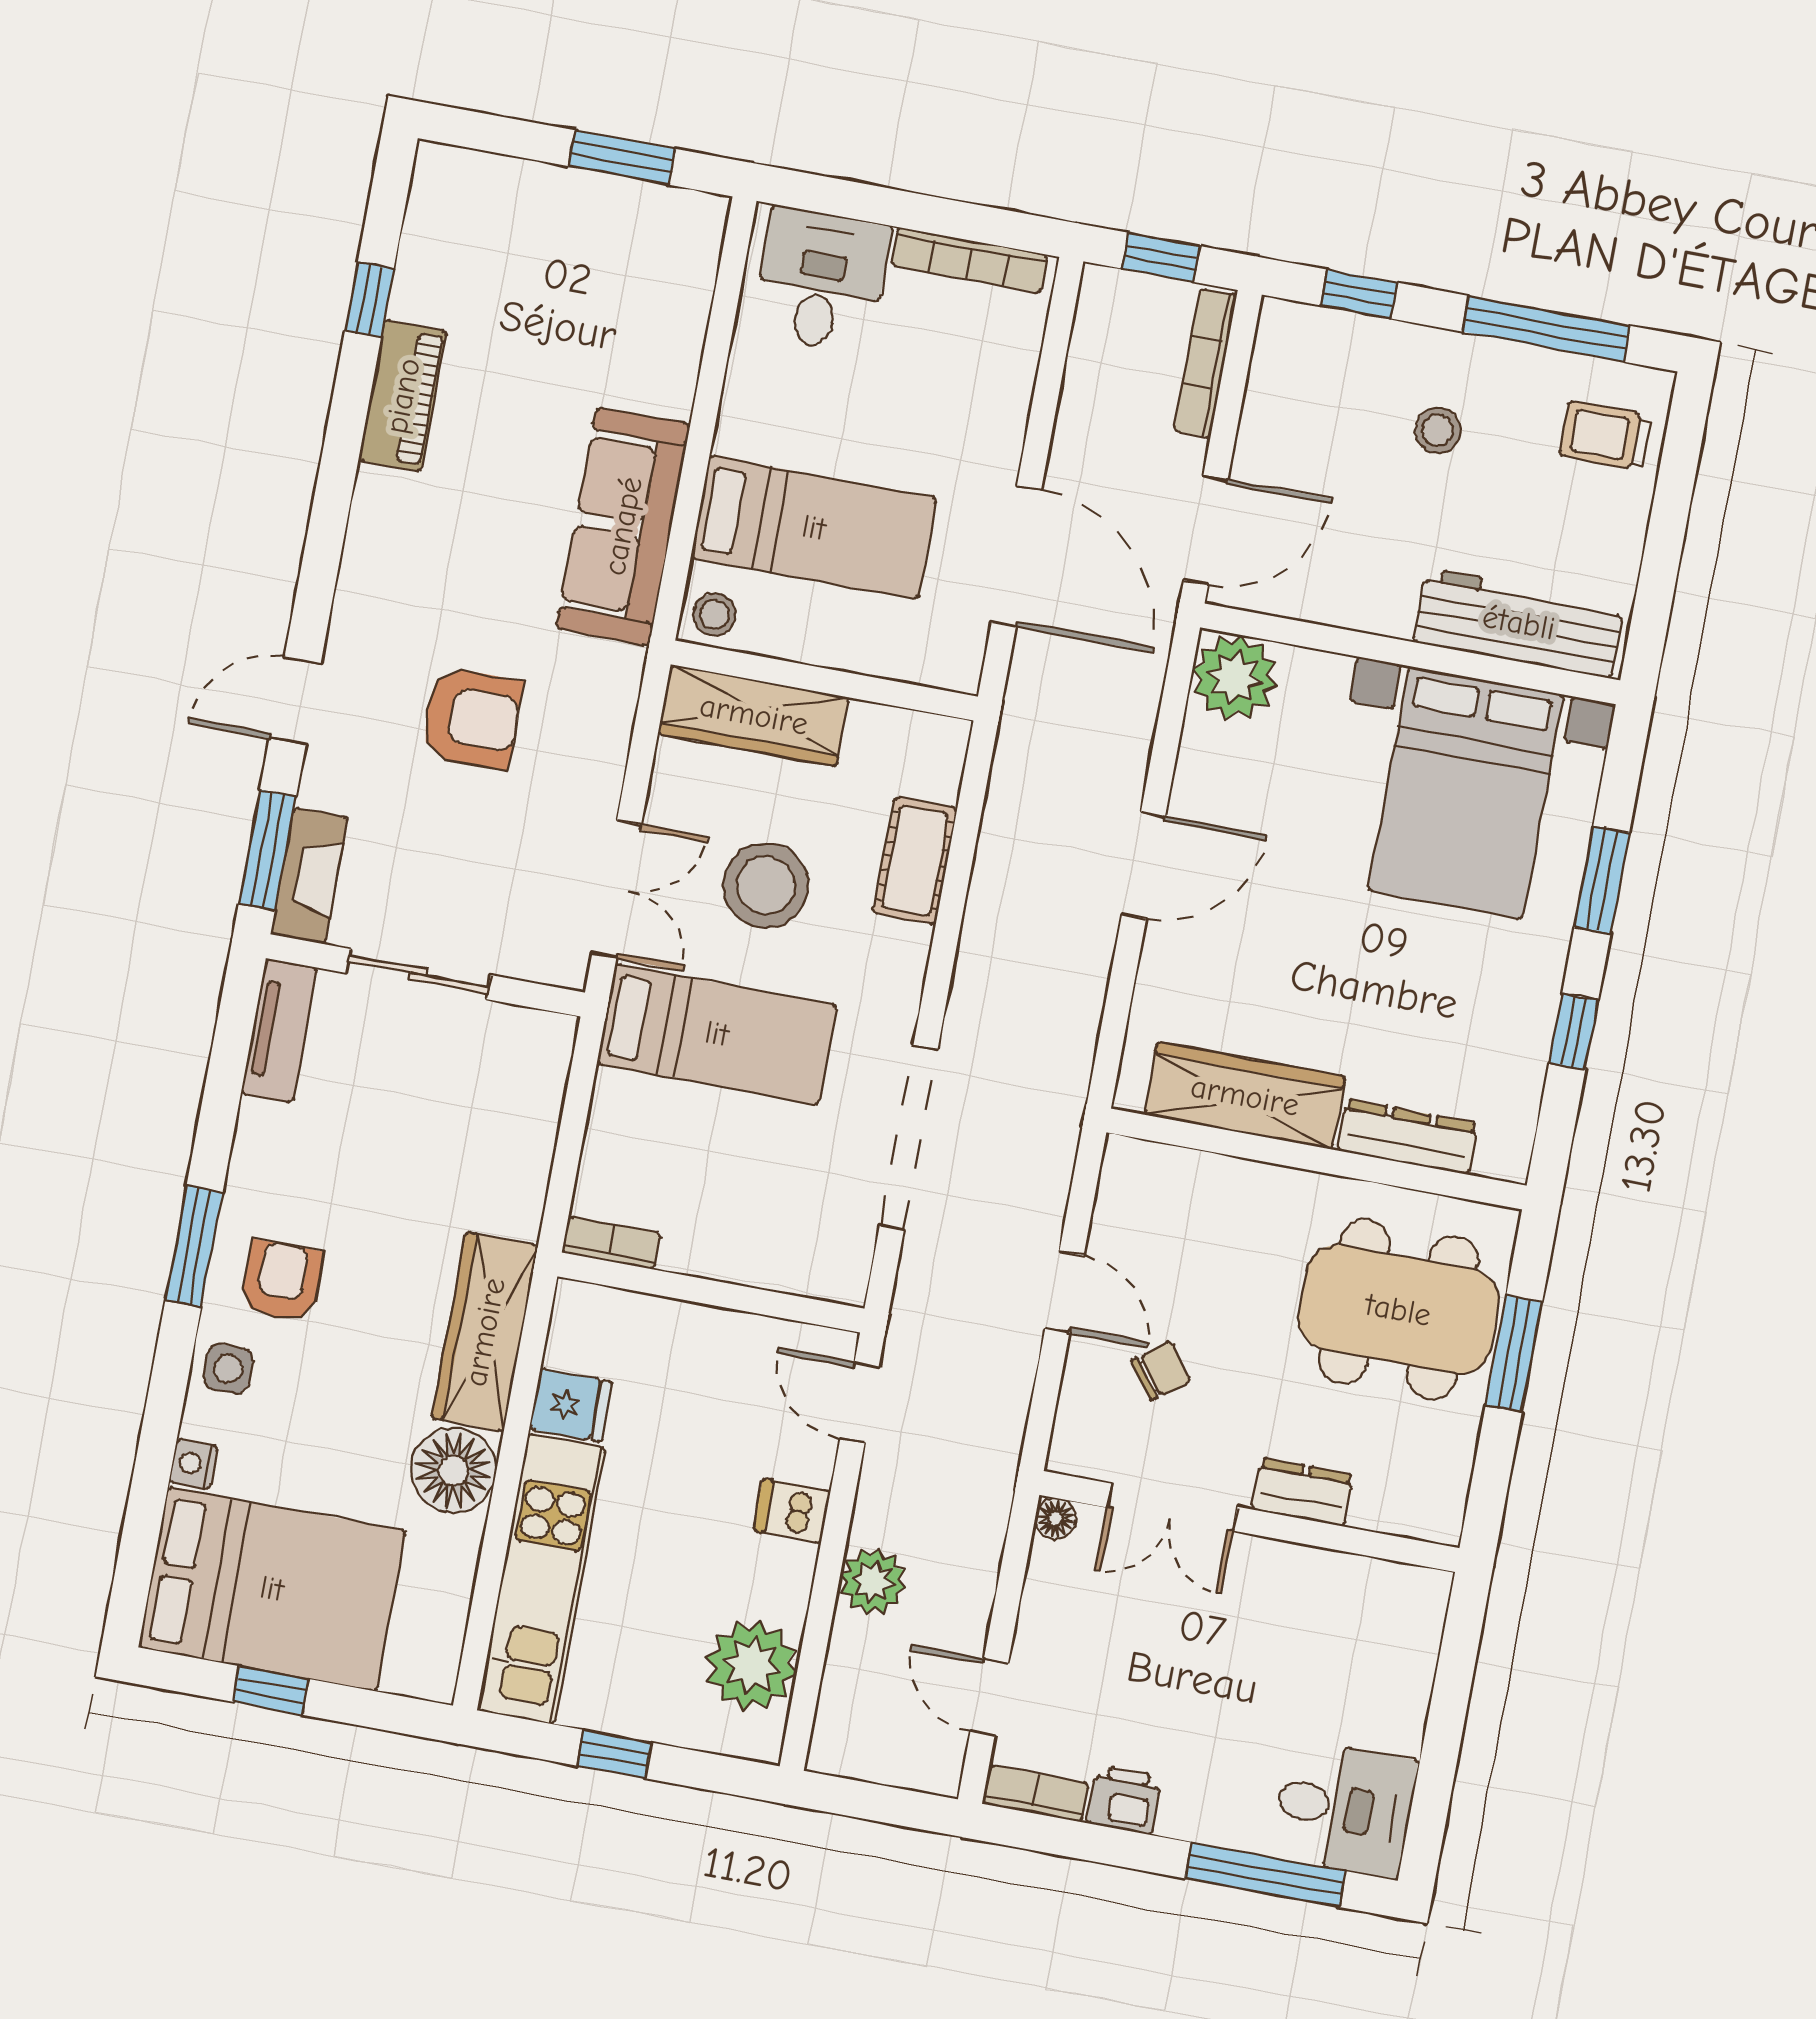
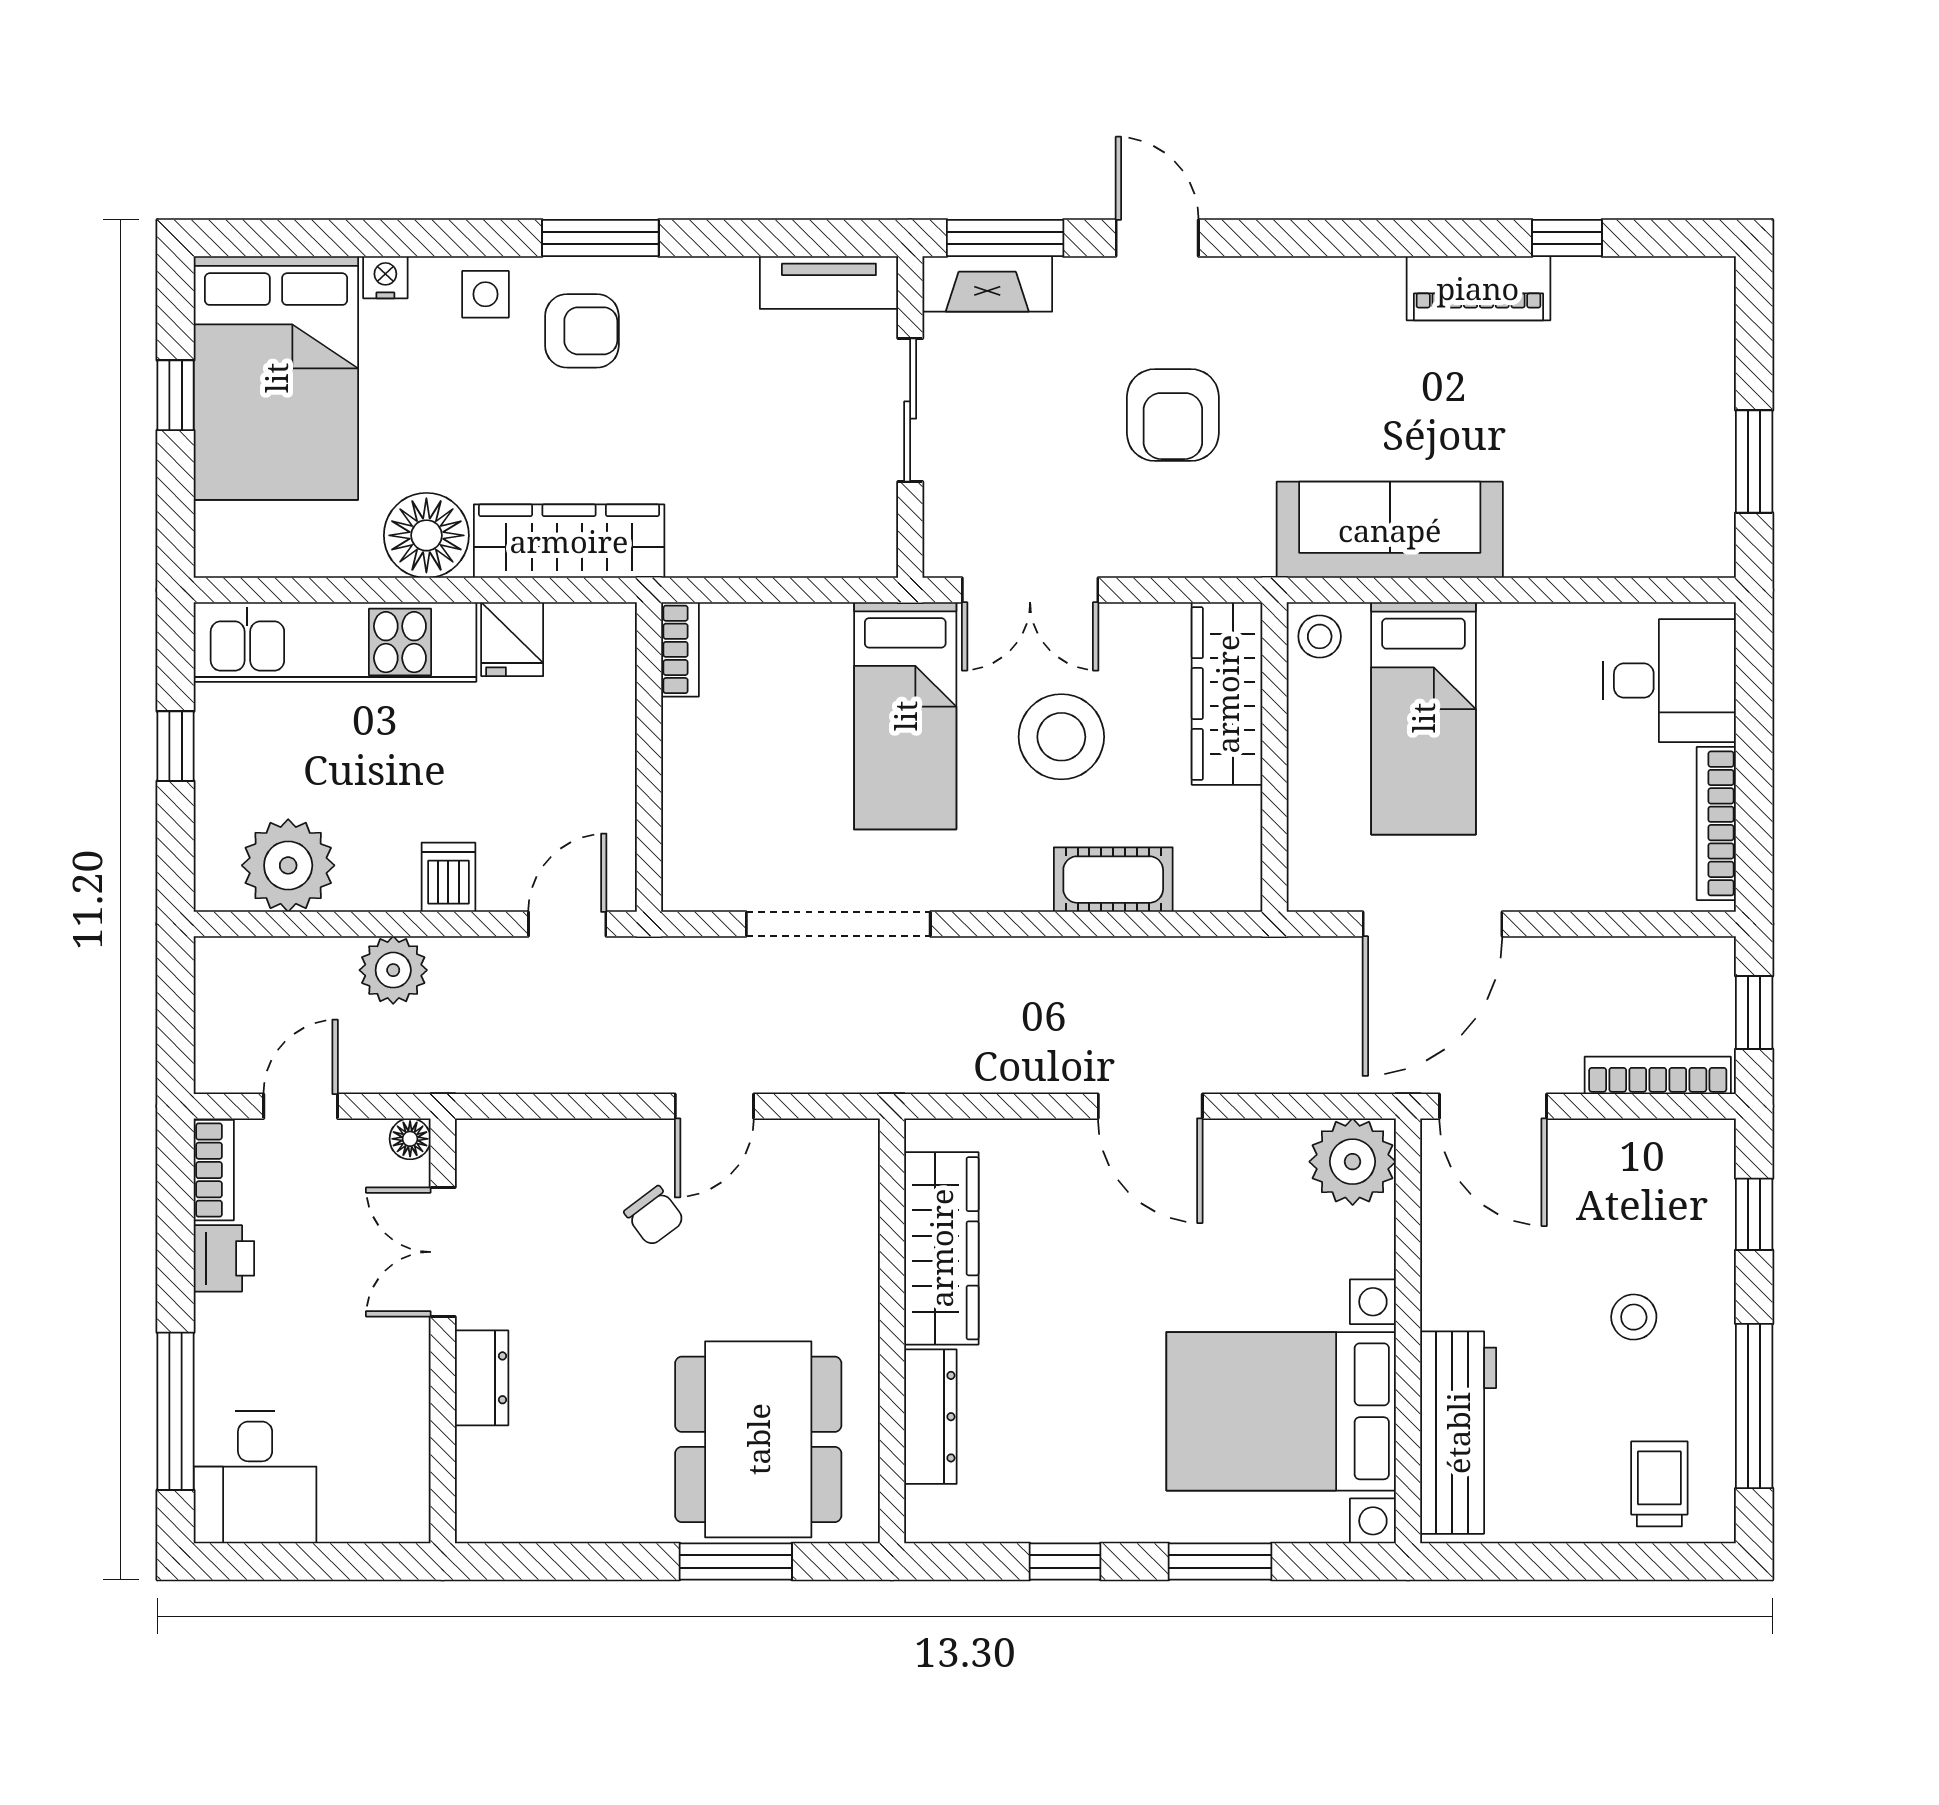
dresser: (1302, 1492) -> (482, 1378), moved
double door: (1172, 1507) -> (443, 1252), moved
floor lamp: (1055, 1519) -> (410, 1139), moved
wall: (1249, 1521) -> (443, 1331), moved

